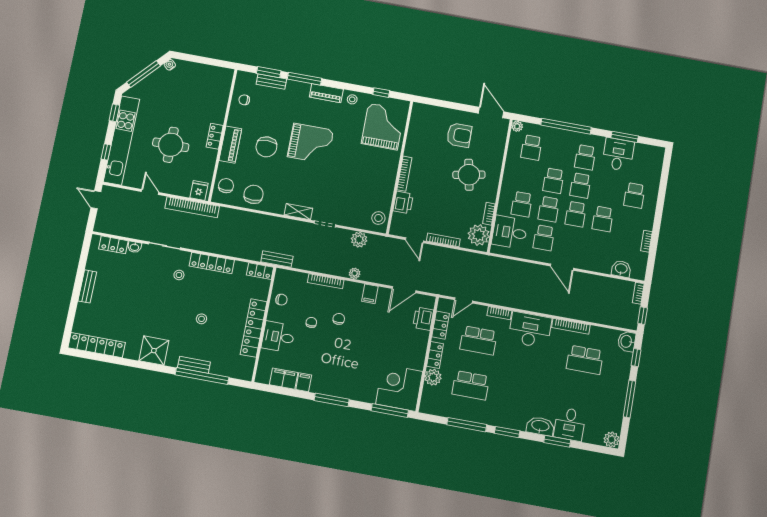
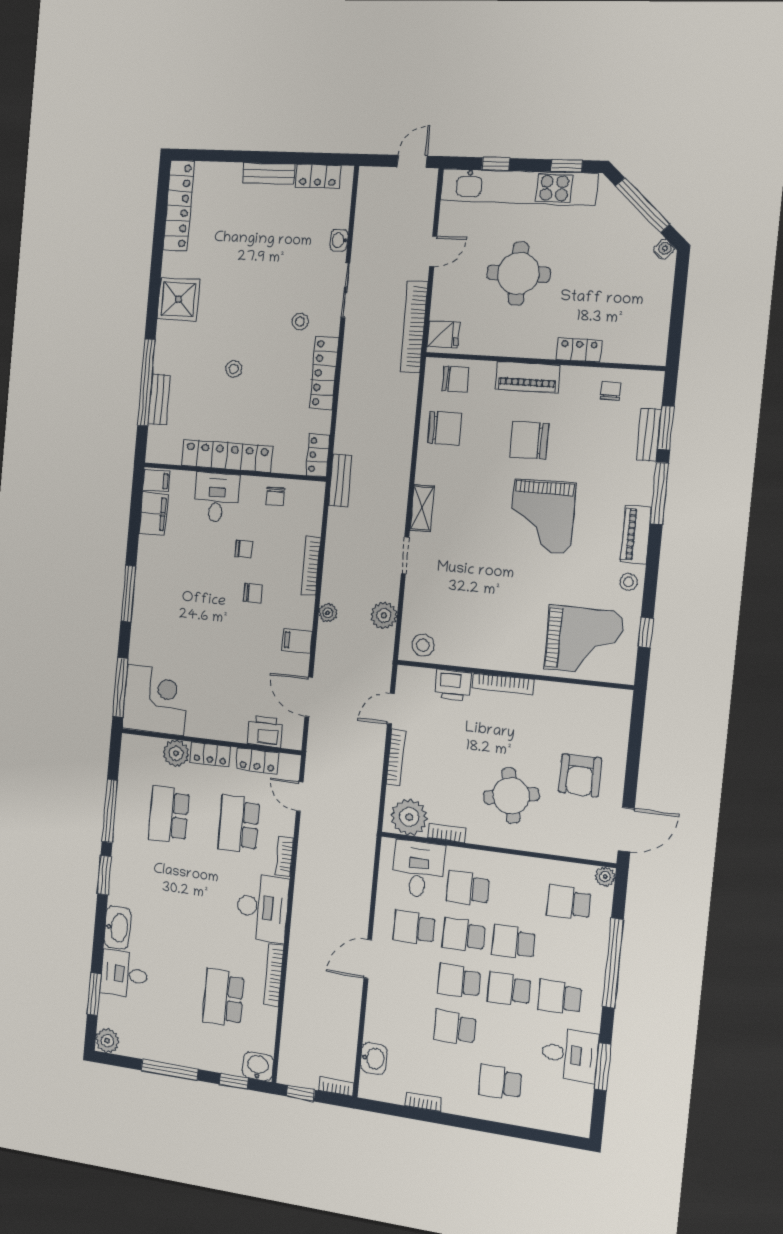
locker: (215, 136) -> (579, 350), moved
locker: (113, 245) -> (318, 176), moved, turned -90
bench: (194, 365) -> (159, 400), moved
filing cabinet: (304, 382) -> (156, 481), moved
window: (557, 441) -> (94, 994), moved

